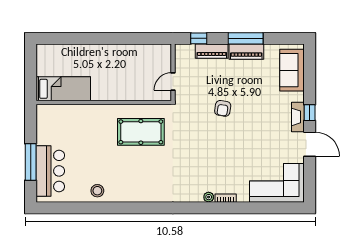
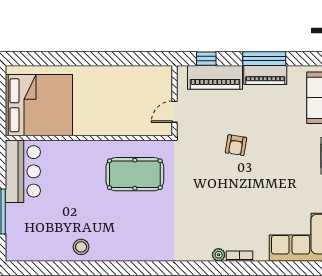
piano: (212, 51) -> (215, 77), width x1.37, depth x1.33
bed: (63, 89) -> (39, 105), width x2.04
bar counter: (50, 171) -> (23, 171), moved

